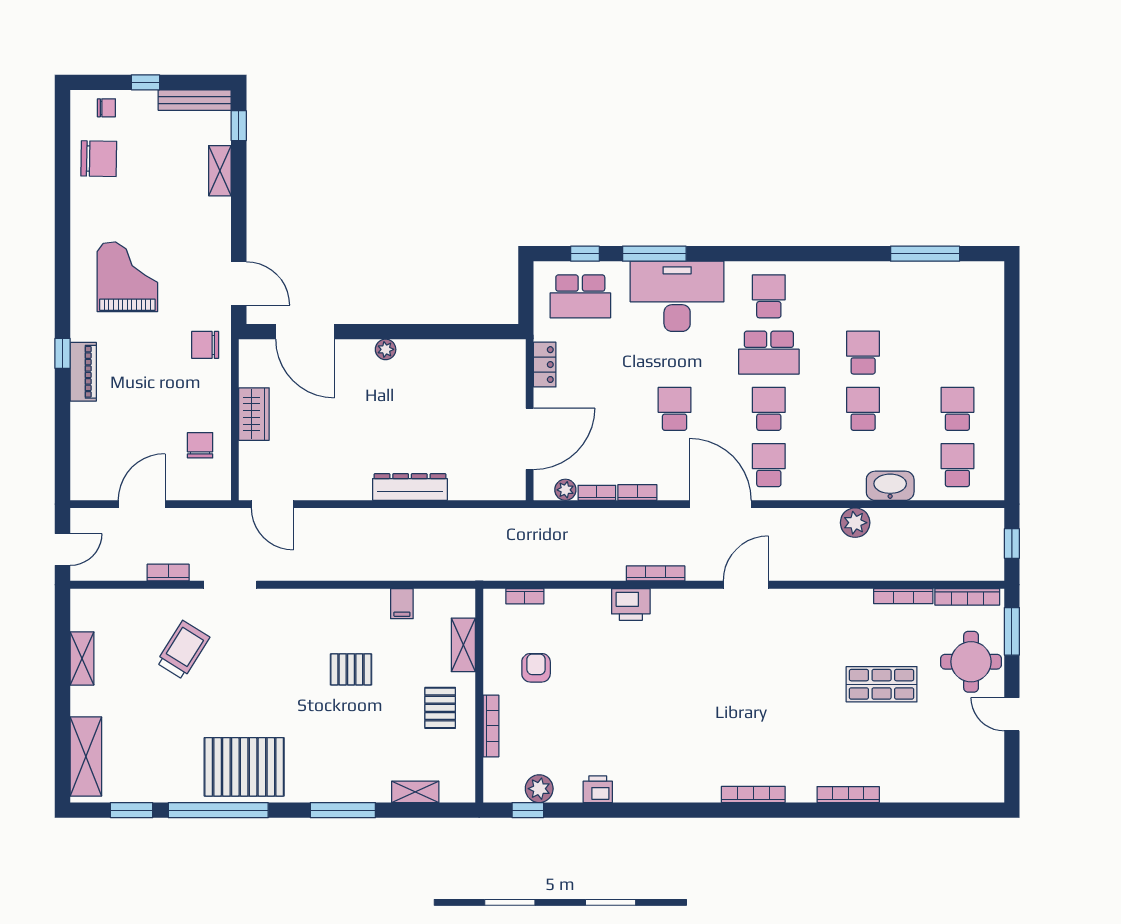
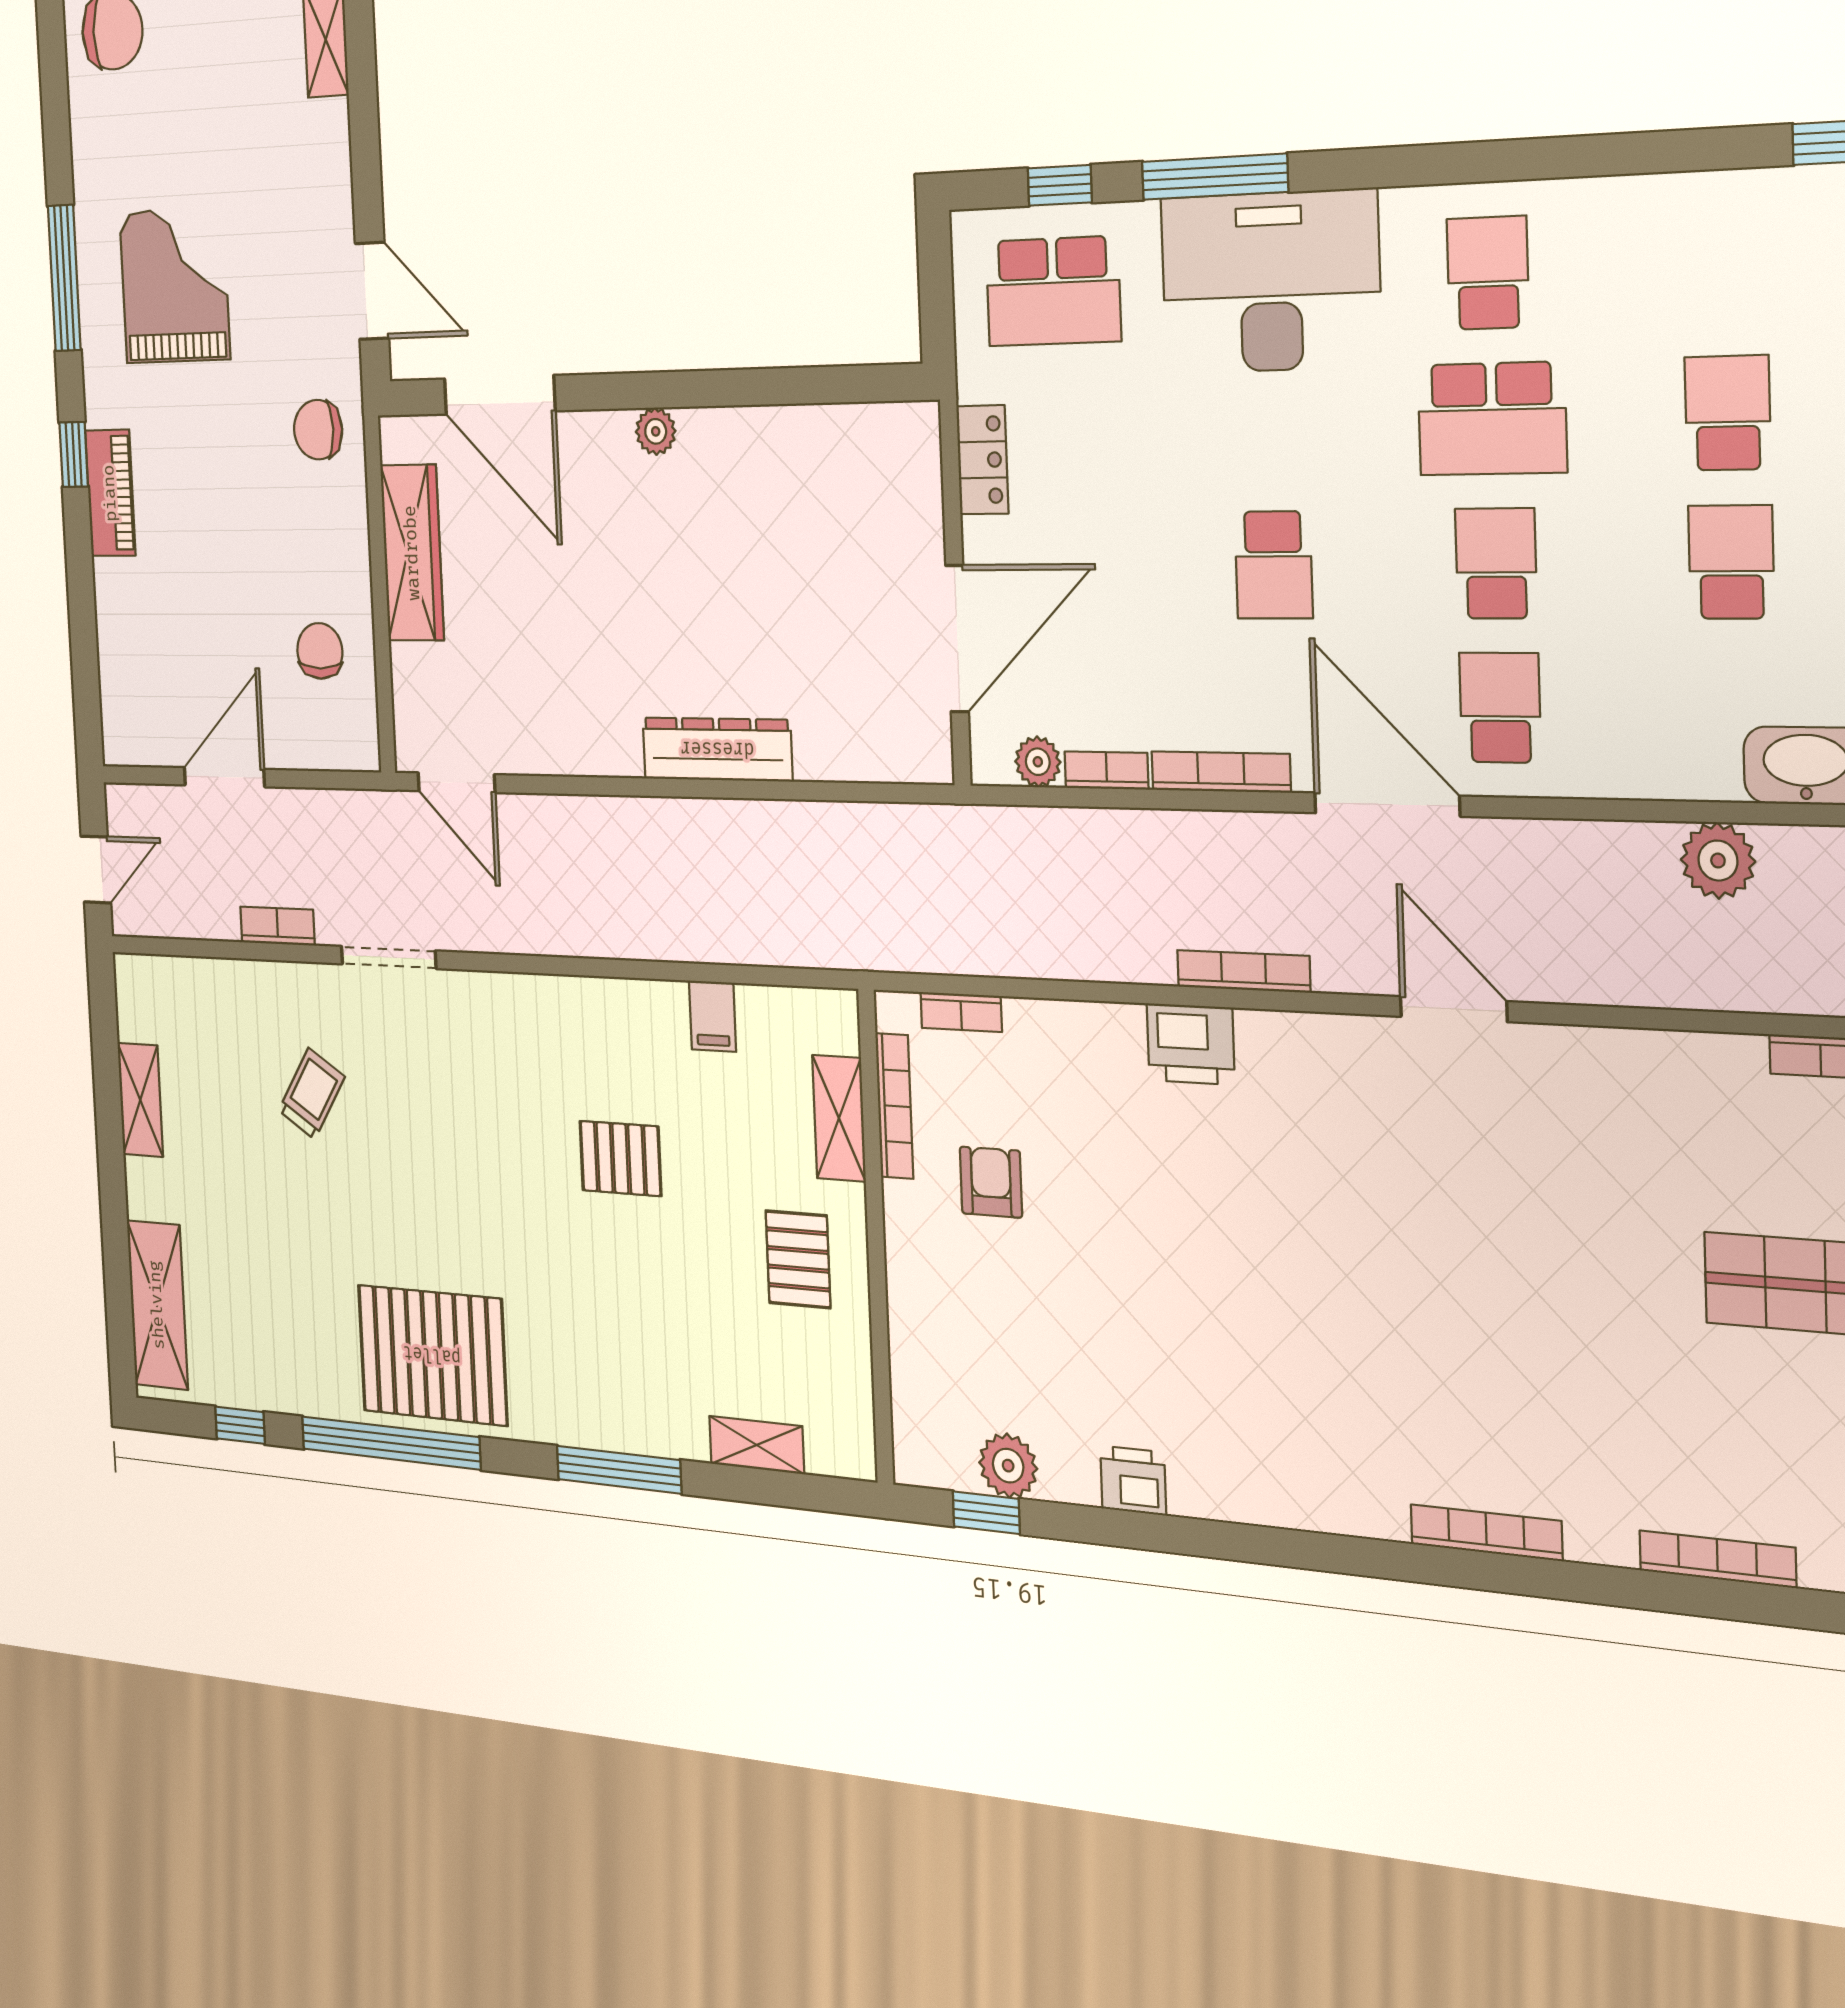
window: (62, 271) -> (64, 278), added
school desk: (675, 409) -> (1274, 565), turned 180
wardrobe: (254, 414) -> (412, 553), width x1.50
bookcase: (637, 493) -> (1221, 772), width x1.56
door: (746, 585) -> (1454, 1009), hinge flipped
trolley: (183, 650) -> (312, 1094), width x0.73, depth x0.72
bookcase: (491, 726) -> (894, 1106), moved
window: (132, 810) -> (240, 1425), width x0.67

